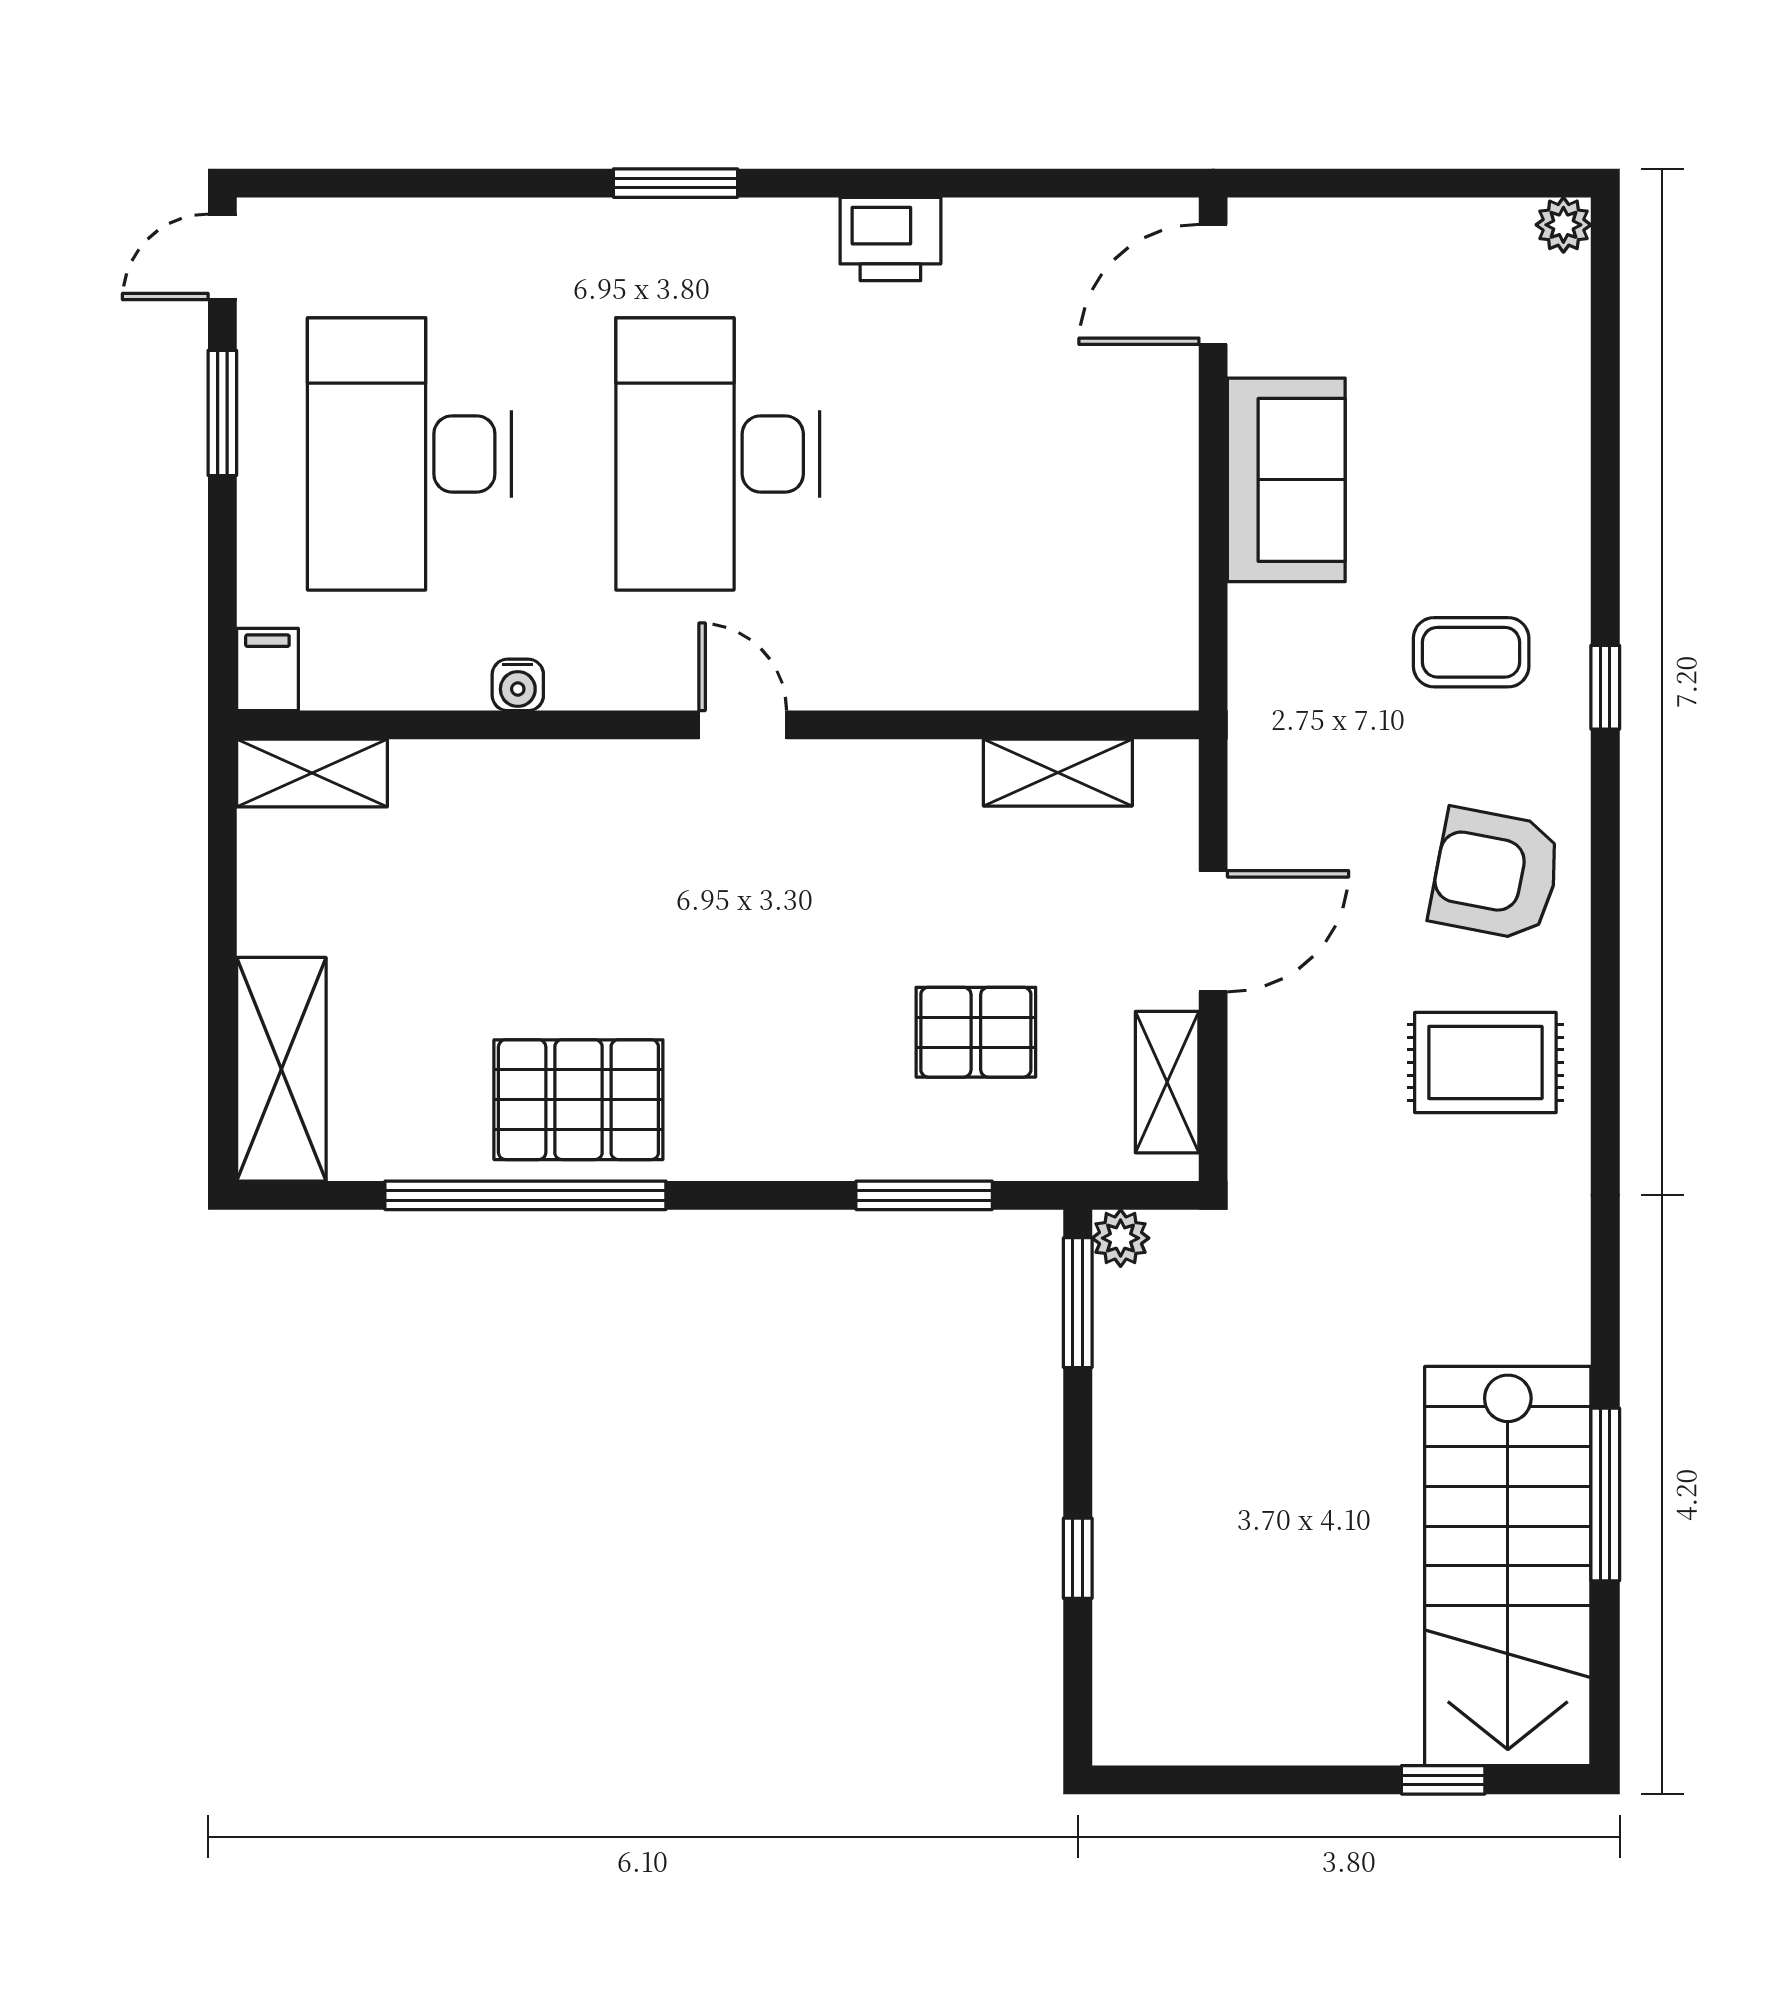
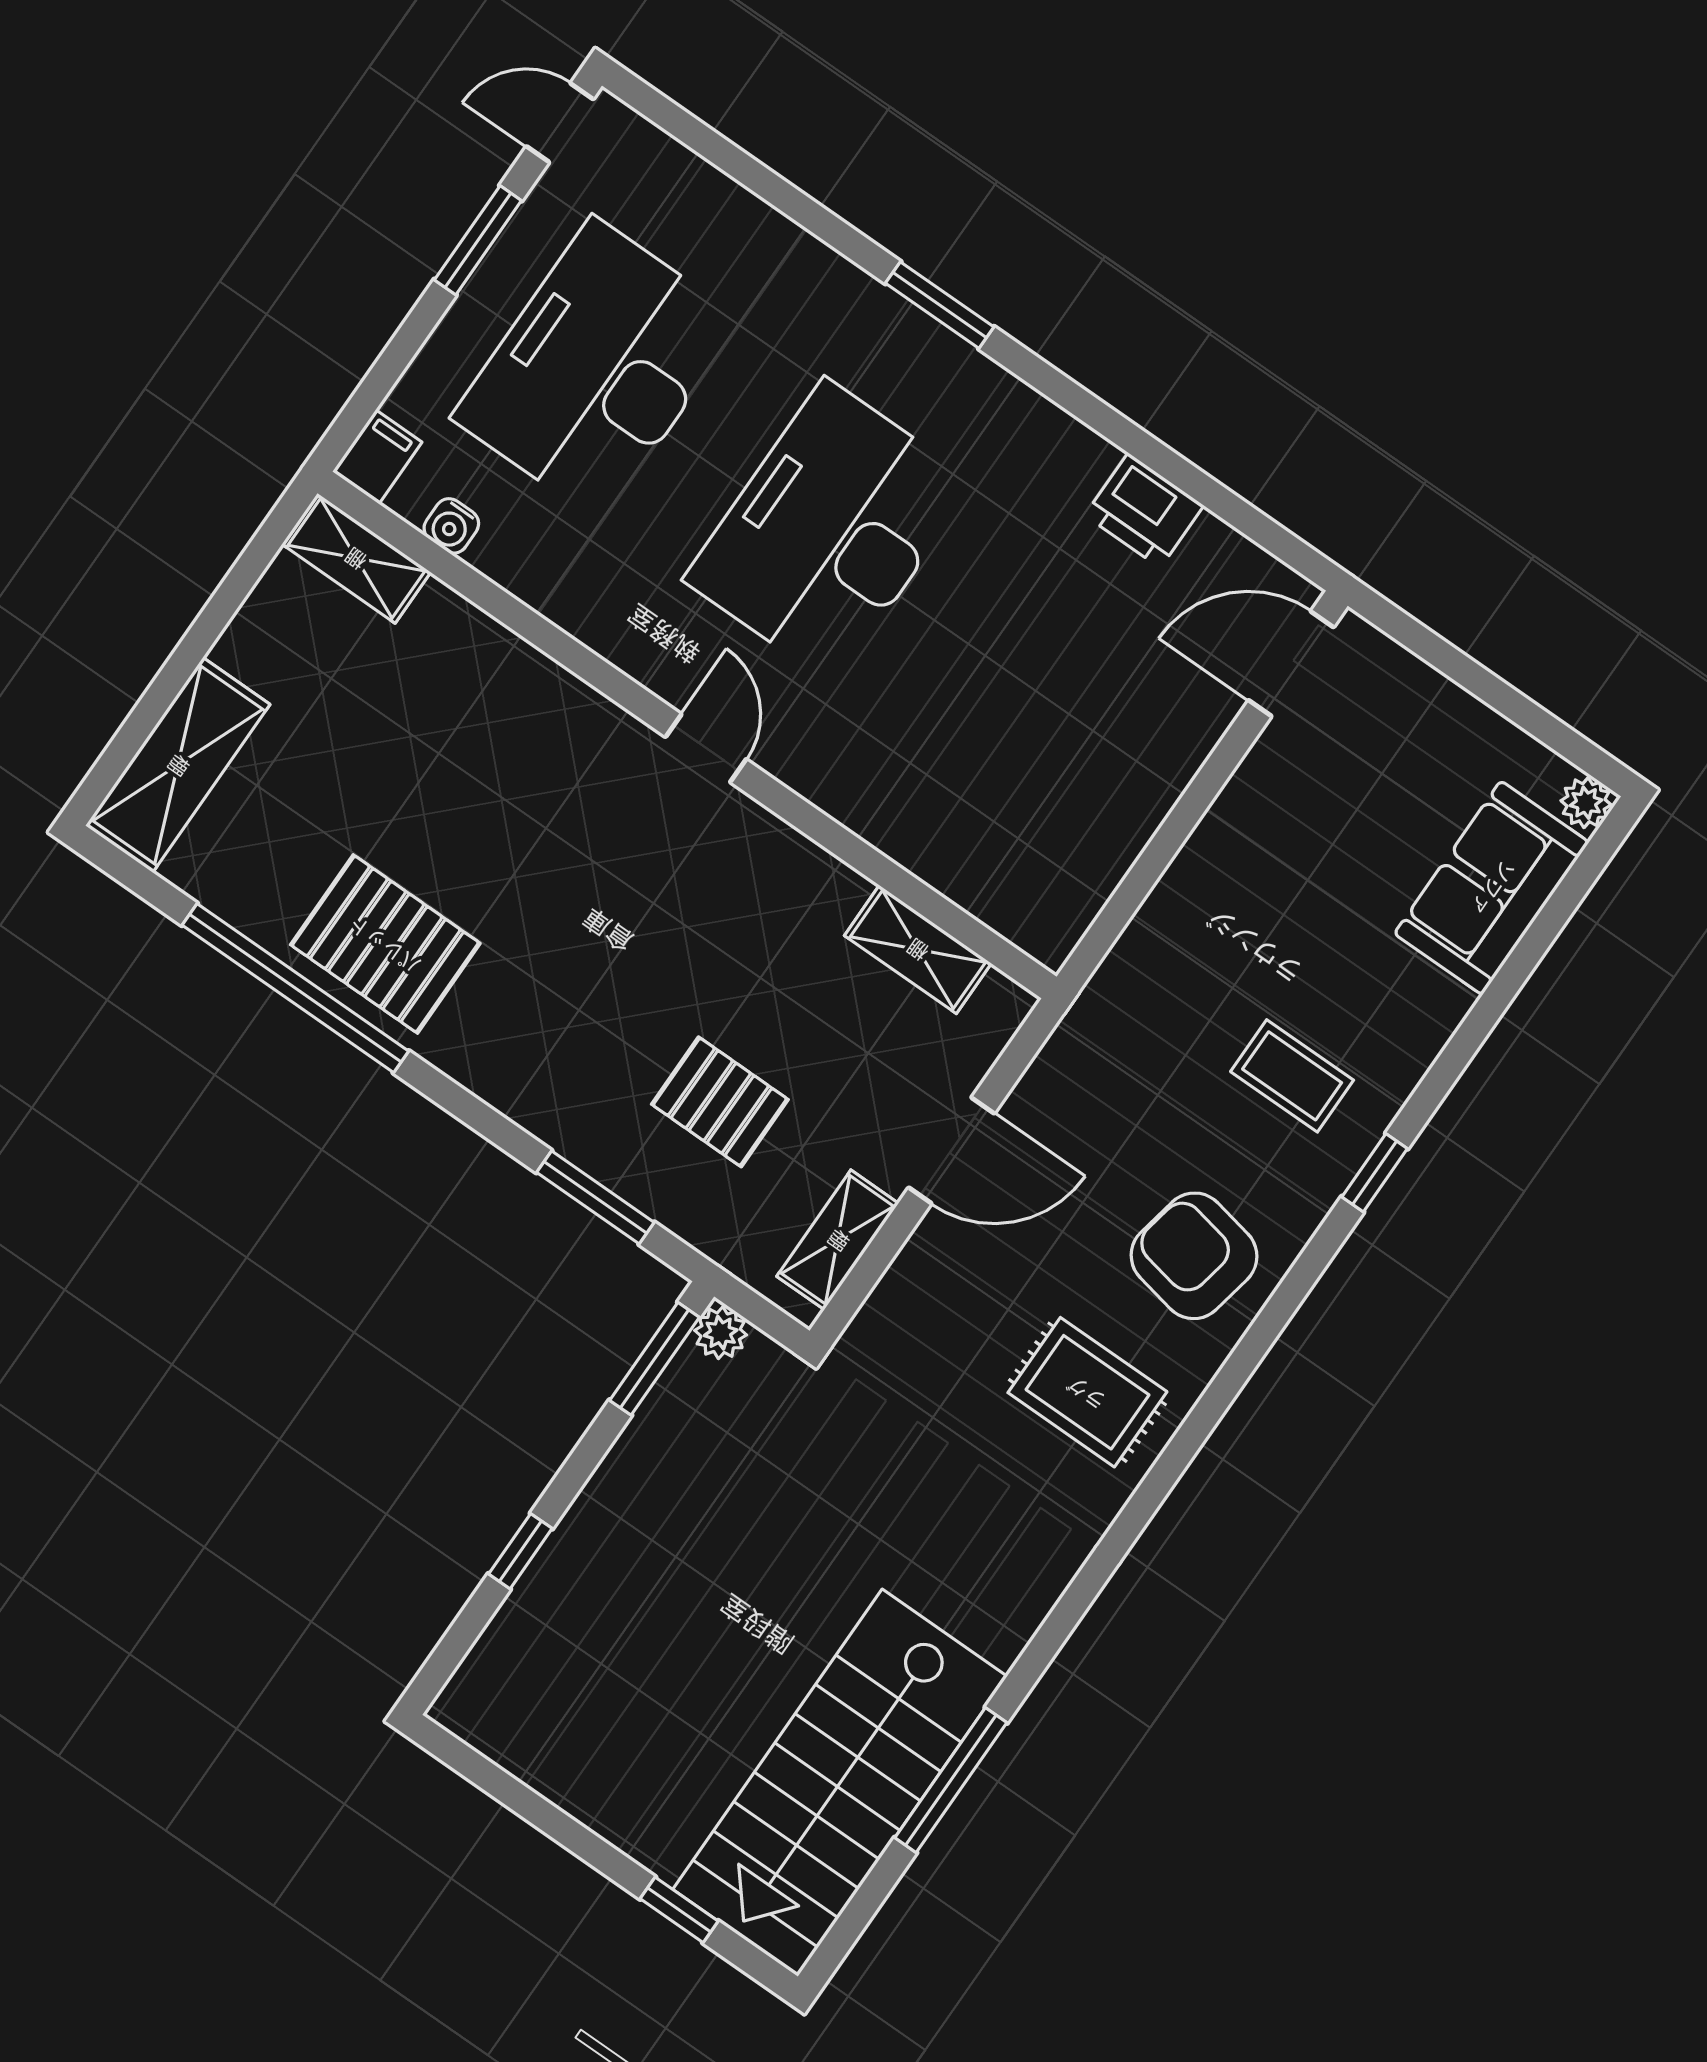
printer: (890, 239) -> (1144, 510), moved
sofa: (1286, 480) -> (1492, 888), moved, turned 180
water cooler: (518, 685) -> (451, 526), moved

